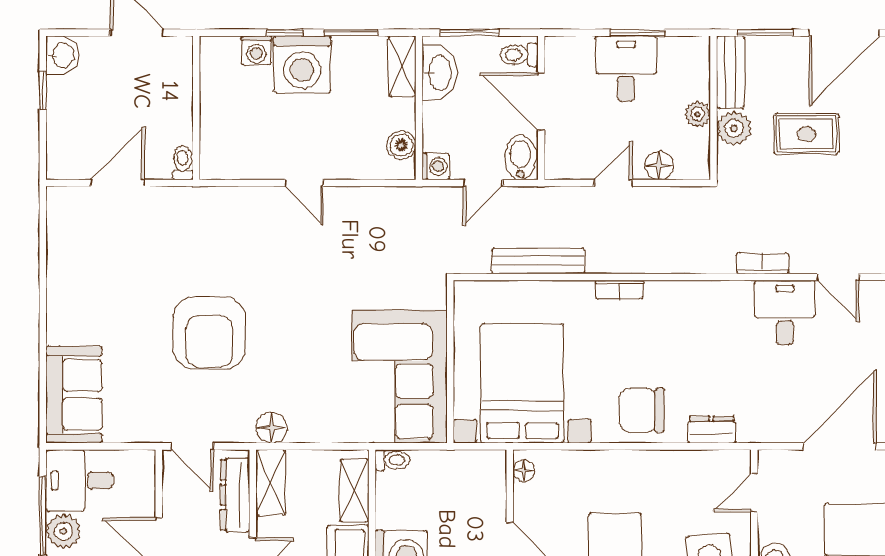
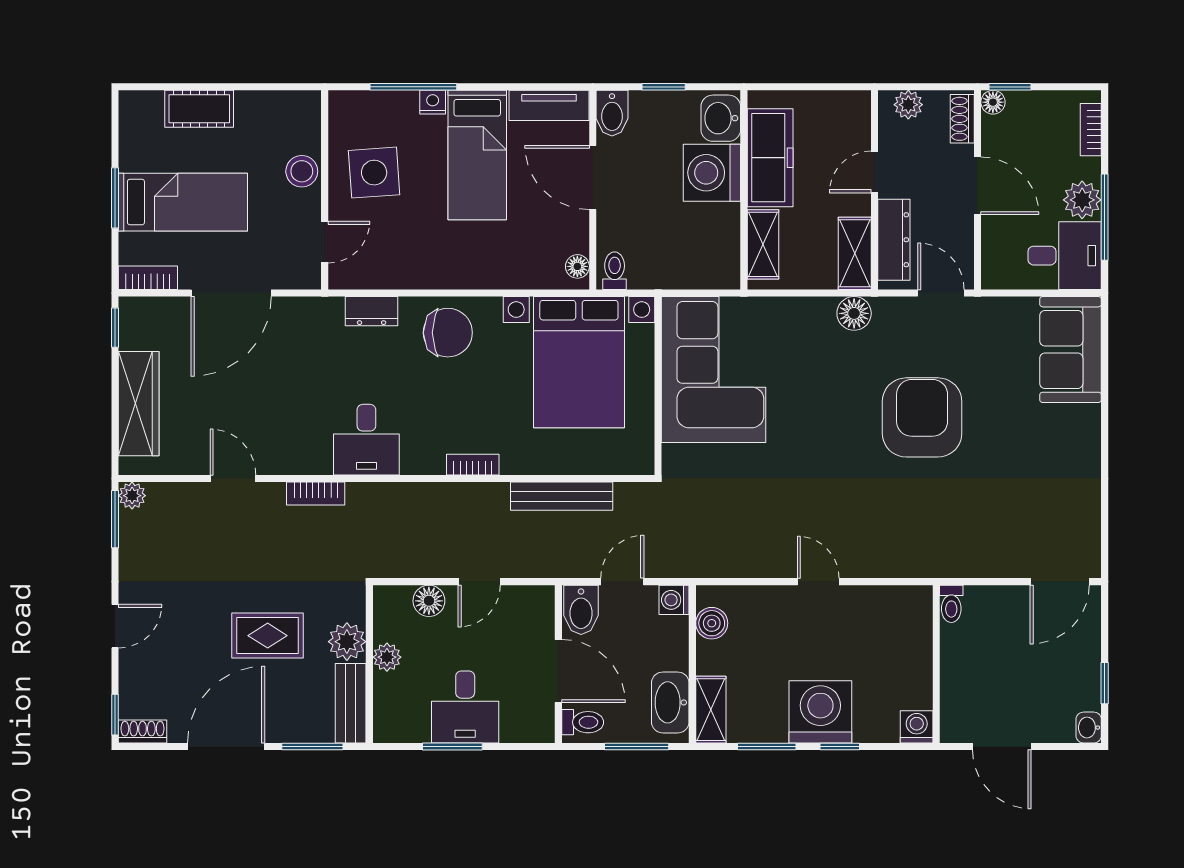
washing machine: (256, 51) -> (917, 727), moved
washbasin: (63, 55) -> (1089, 728), width x0.72, depth x0.69
door: (118, 183) -> (1060, 582), moved
desk: (785, 313) -> (366, 440), moved
toilet: (392, 460) -> (615, 271), moved, turned 90

